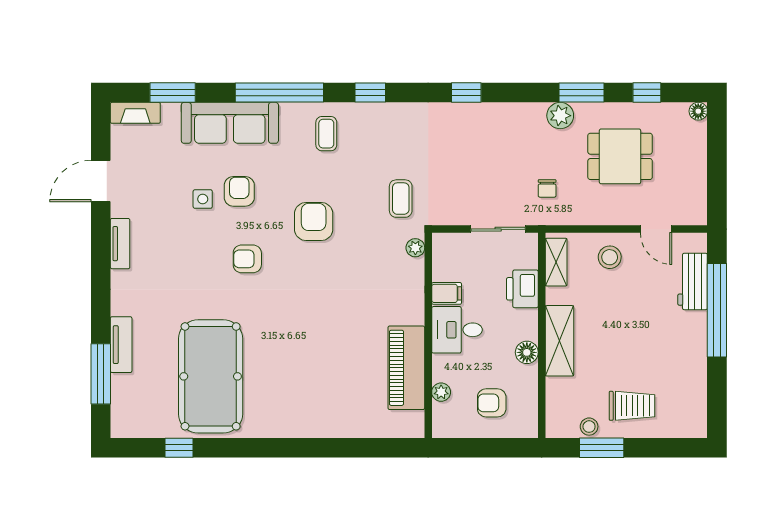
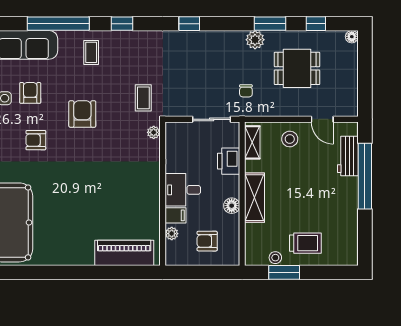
filing cabinet: (447, 293) -> (175, 215), moved
piano: (406, 368) -> (124, 253), moved, turned 90

